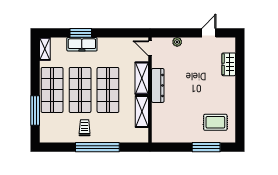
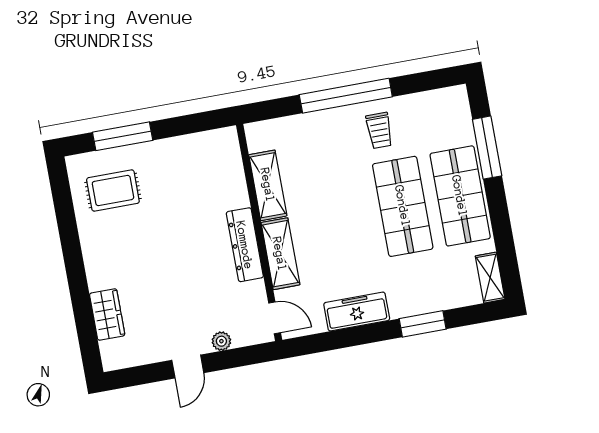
door: (209, 33) -> (188, 367), moved
freezer: (82, 44) -> (357, 312), moved
shop shelf: (108, 90) -> (345, 217), removed

